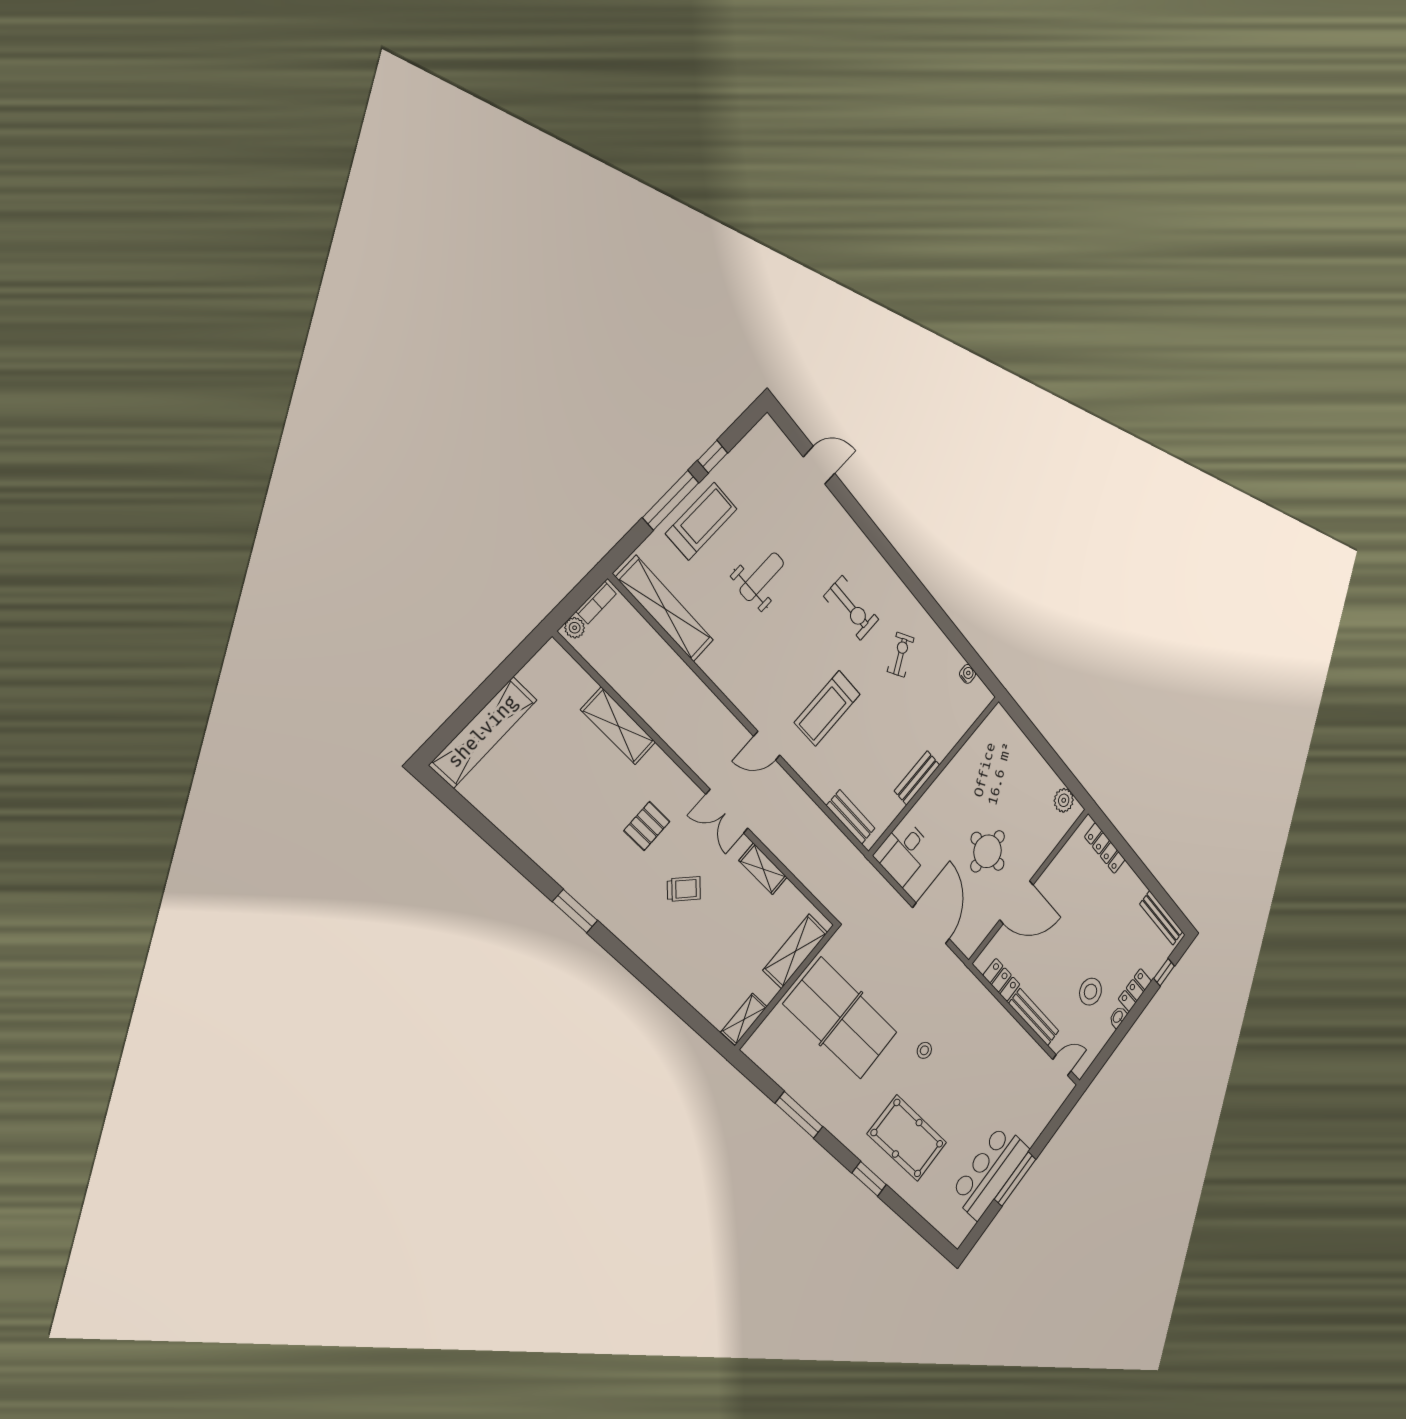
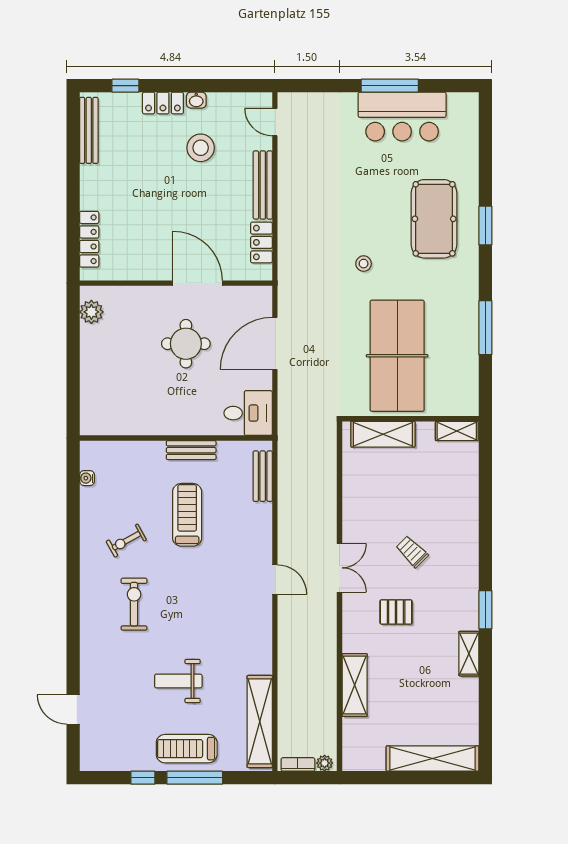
treadmill: (827, 708) -> (187, 515), moved, turned -90
shelving: (763, 869) -> (469, 654), moved

